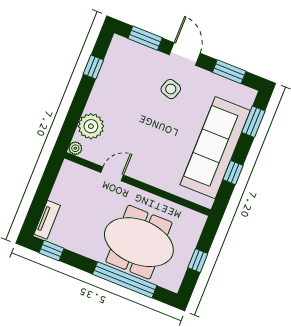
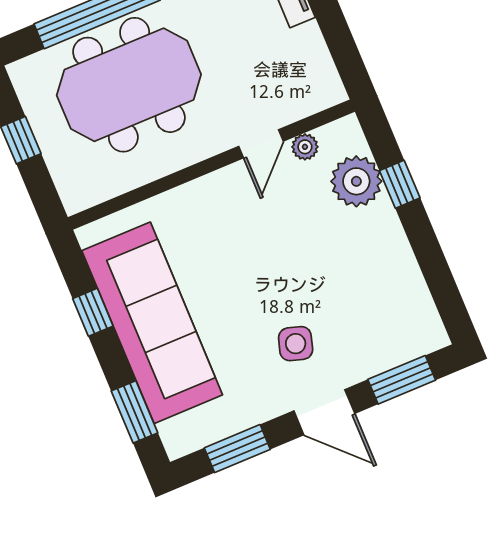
window: (93, 67) -> (400, 184), moved
plant: (75, 148) -> (305, 147), moved

